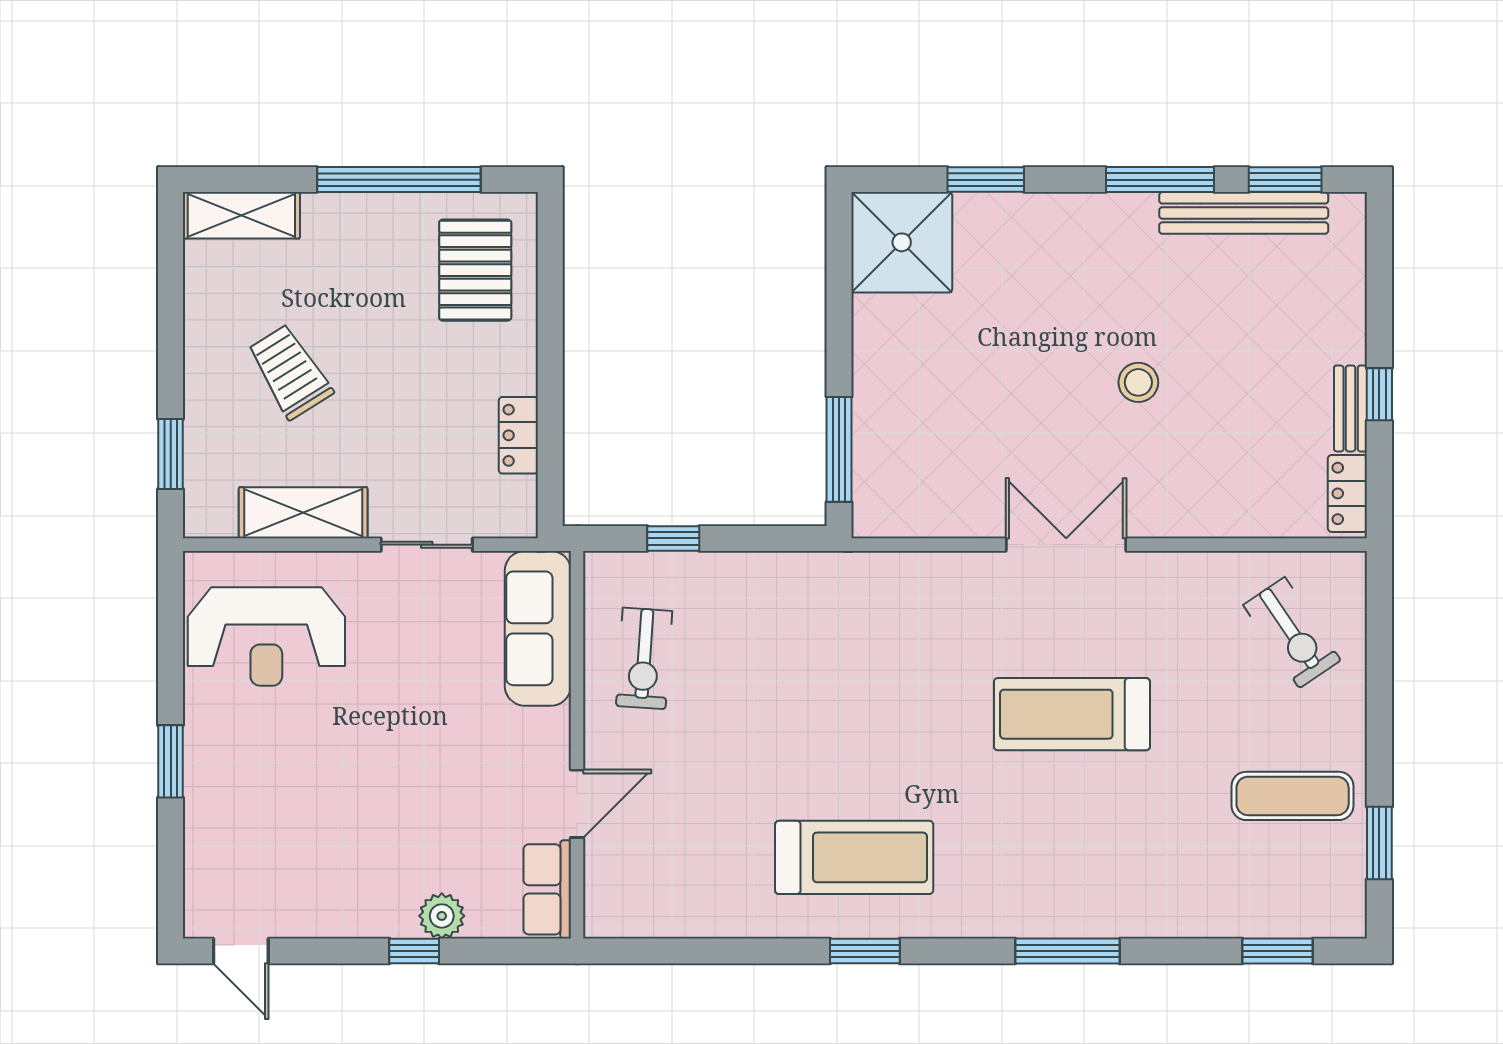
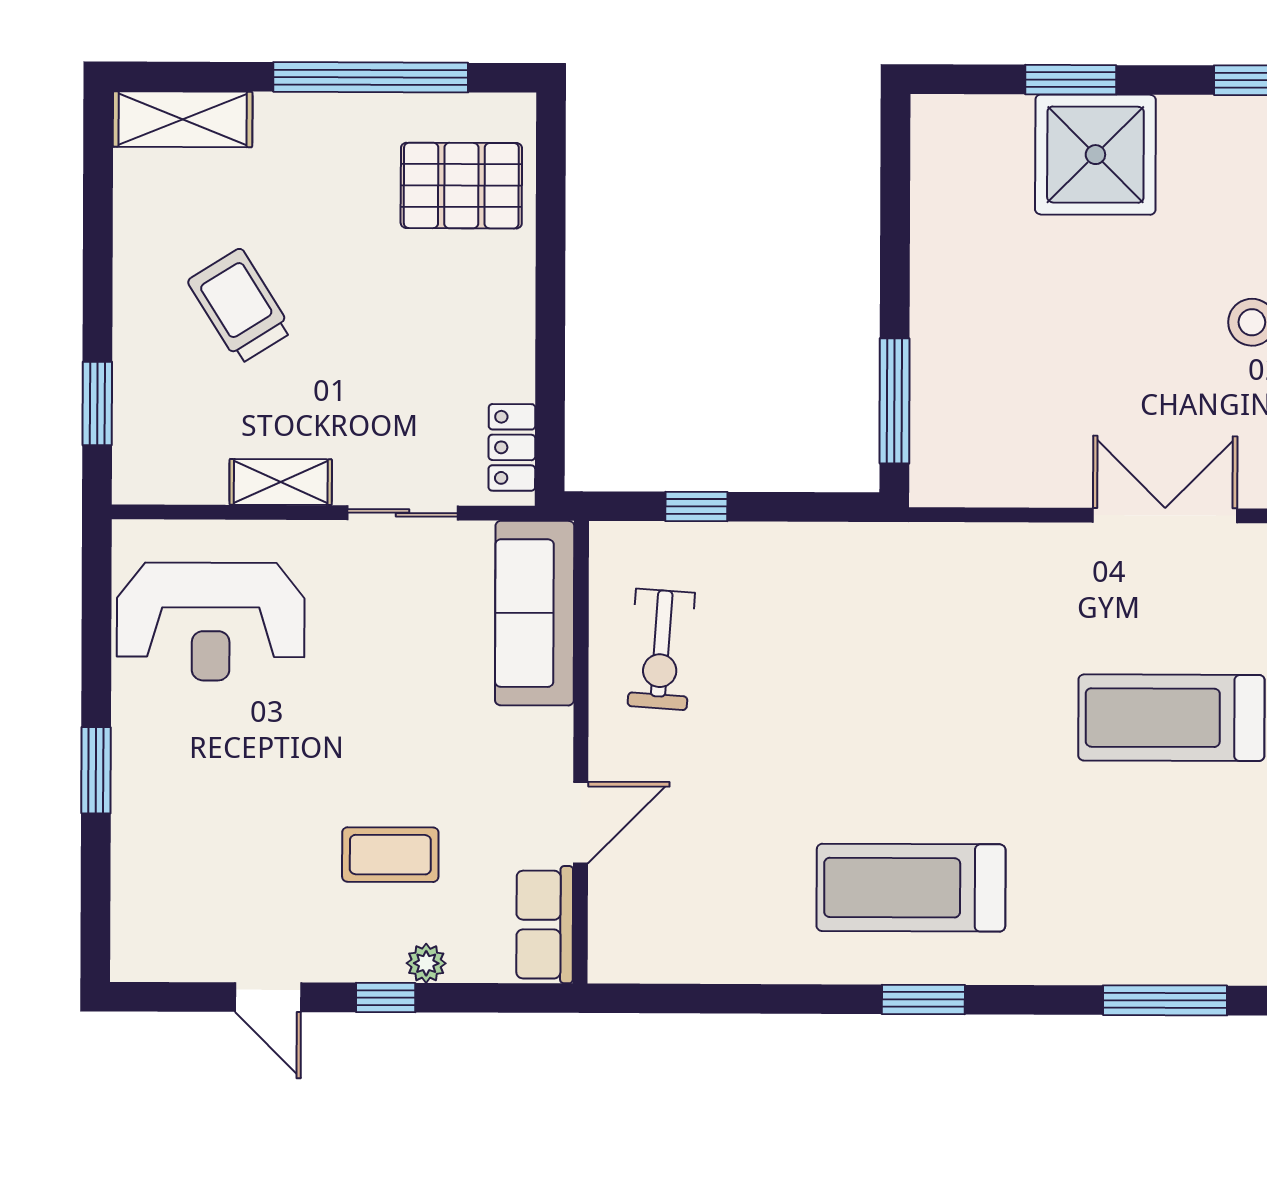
shower: (902, 242) -> (1095, 155), moved
pallet: (475, 270) -> (461, 186), turned 90
locker: (518, 435) -> (512, 447), moved
shelving: (303, 513) -> (281, 482), width x0.67, depth x0.75
coffee table: (418, 831) -> (390, 855), added
treadmill: (854, 857) -> (911, 888), turned 180
plant: (442, 916) -> (426, 963), width x0.73, depth x0.73
door: (241, 951) -> (268, 997), moved

